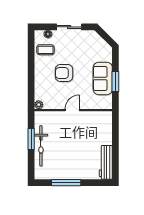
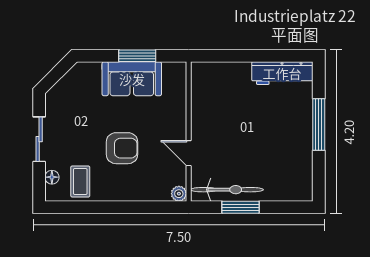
armchair: (64, 73) -> (122, 148), turned -90
door: (72, 110) -> (189, 153), moved
bicycle: (41, 146) -> (227, 190), moved
window: (66, 183) -> (319, 125), moved

